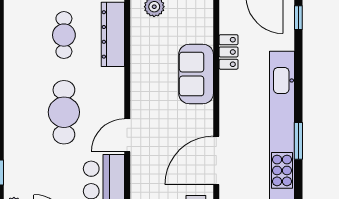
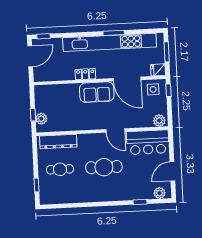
locker: (229, 52) -> (85, 74), moved
sofa: (196, 74) -> (97, 92), moved

